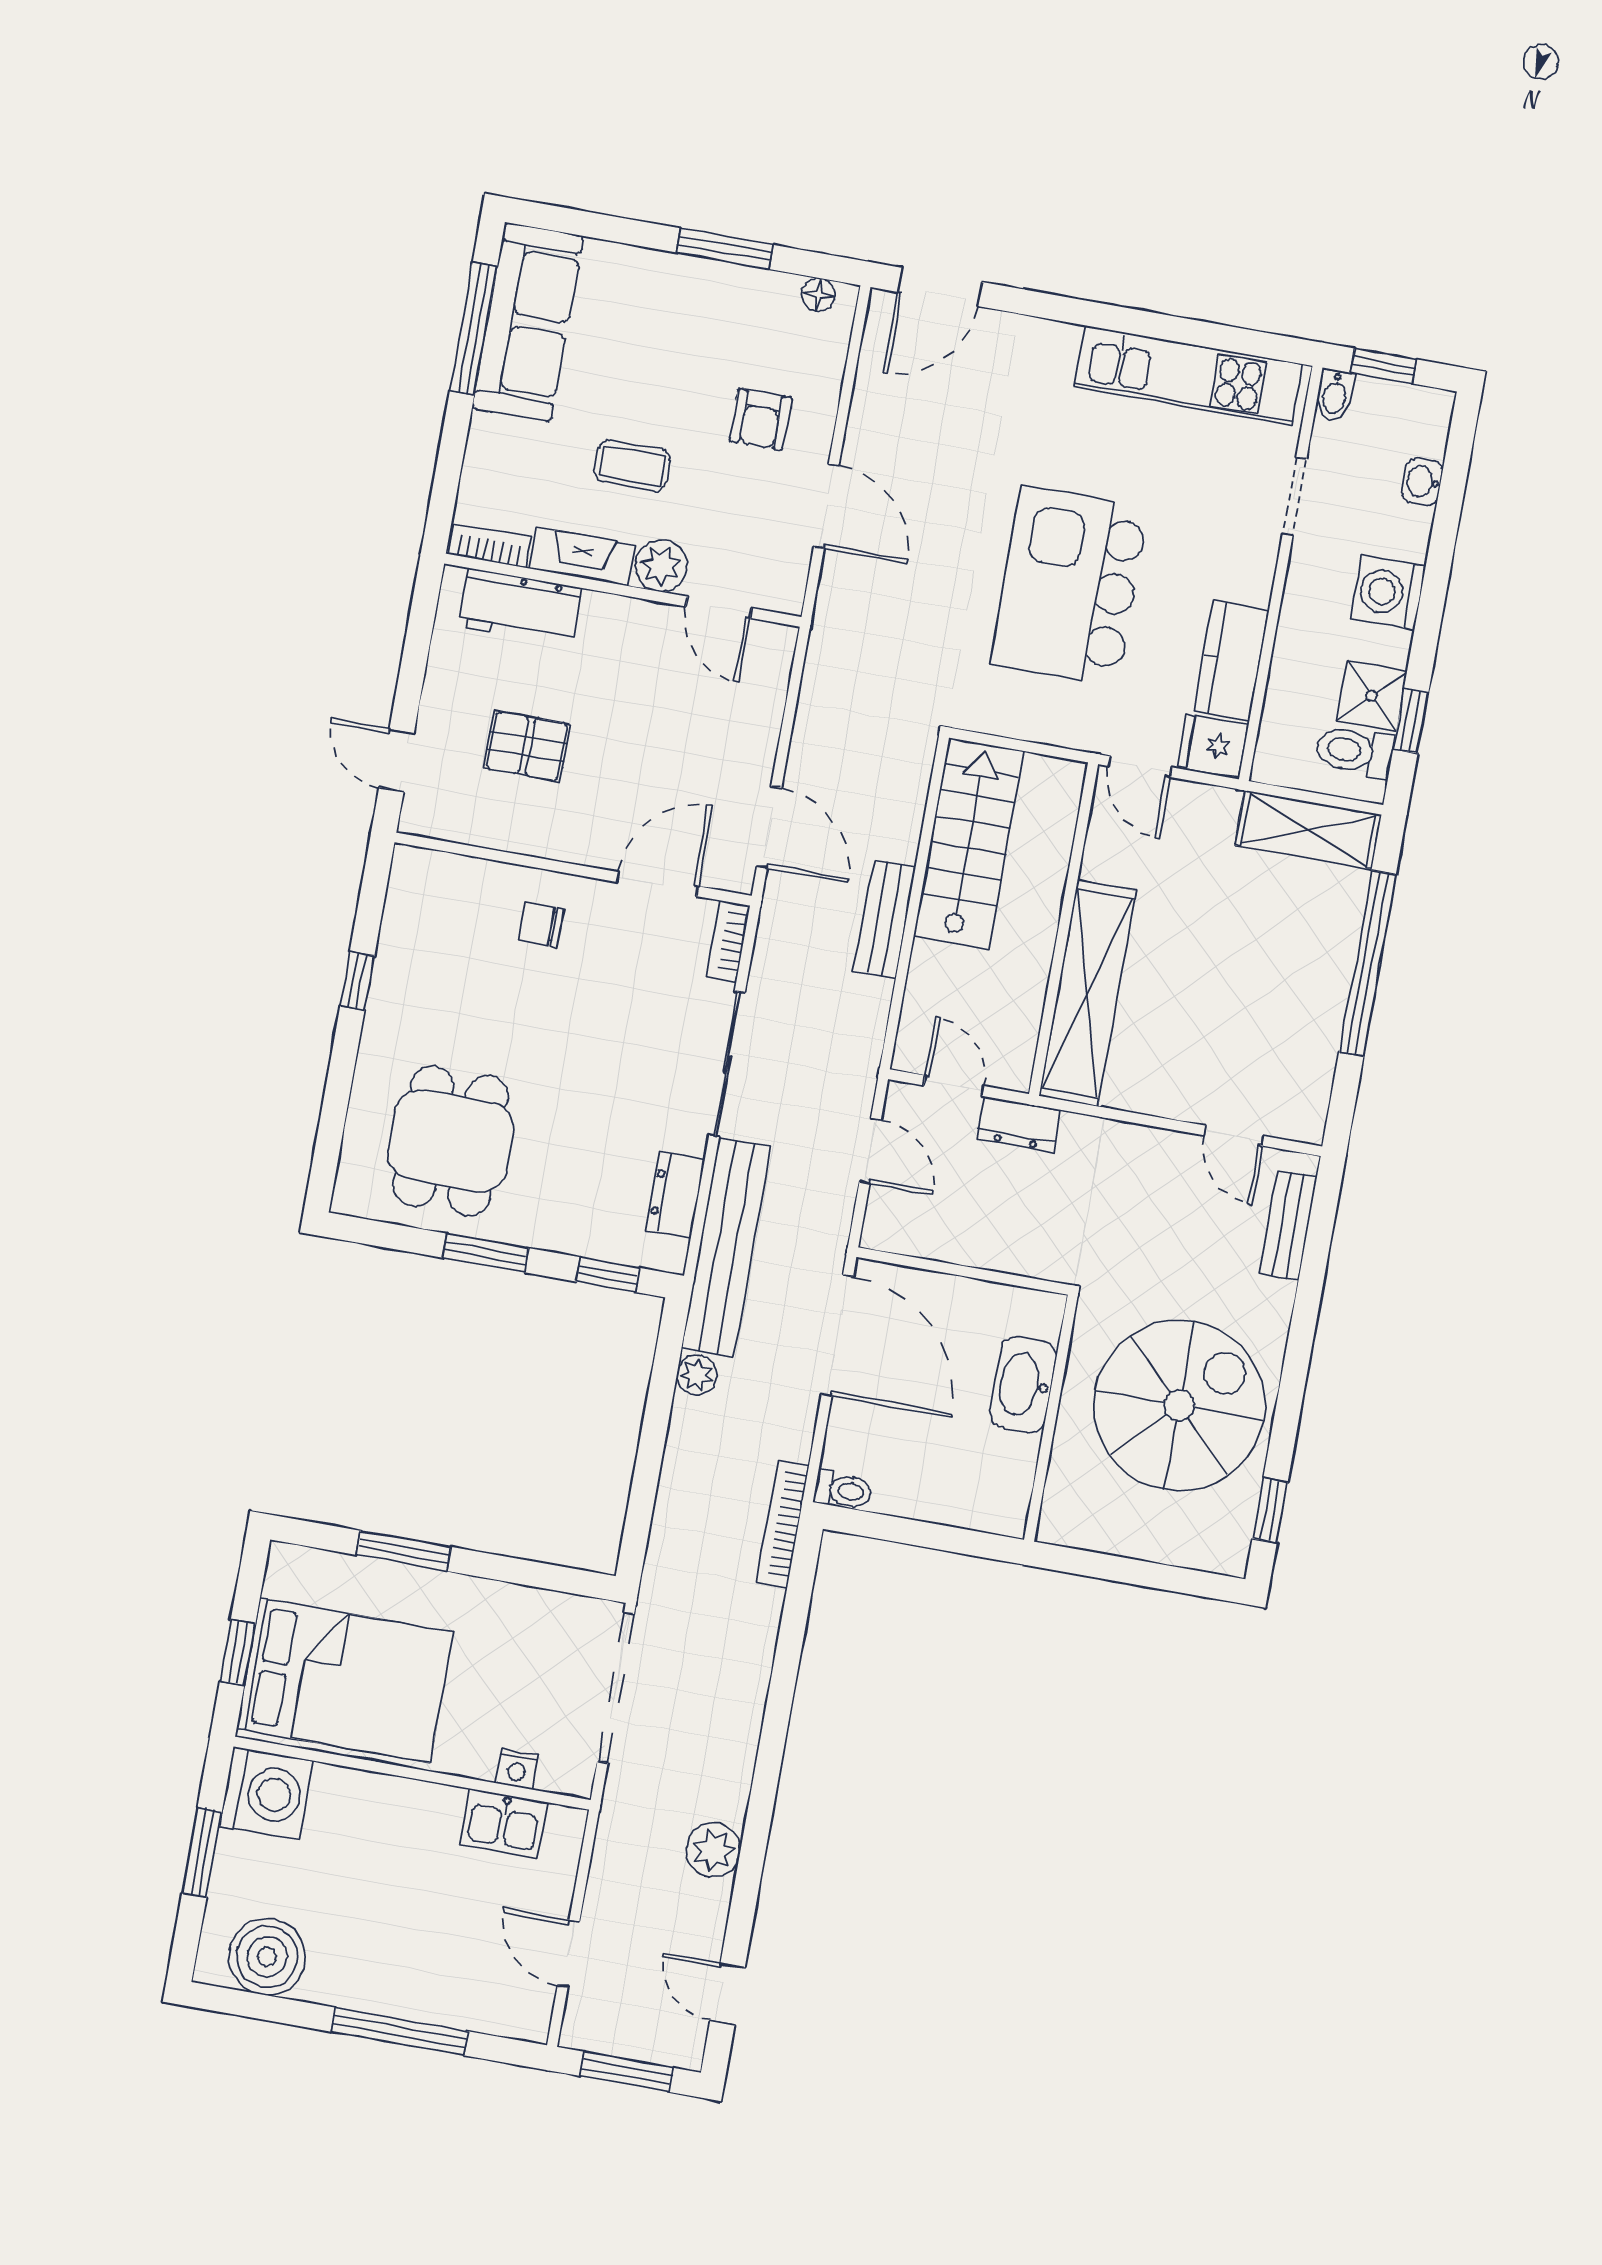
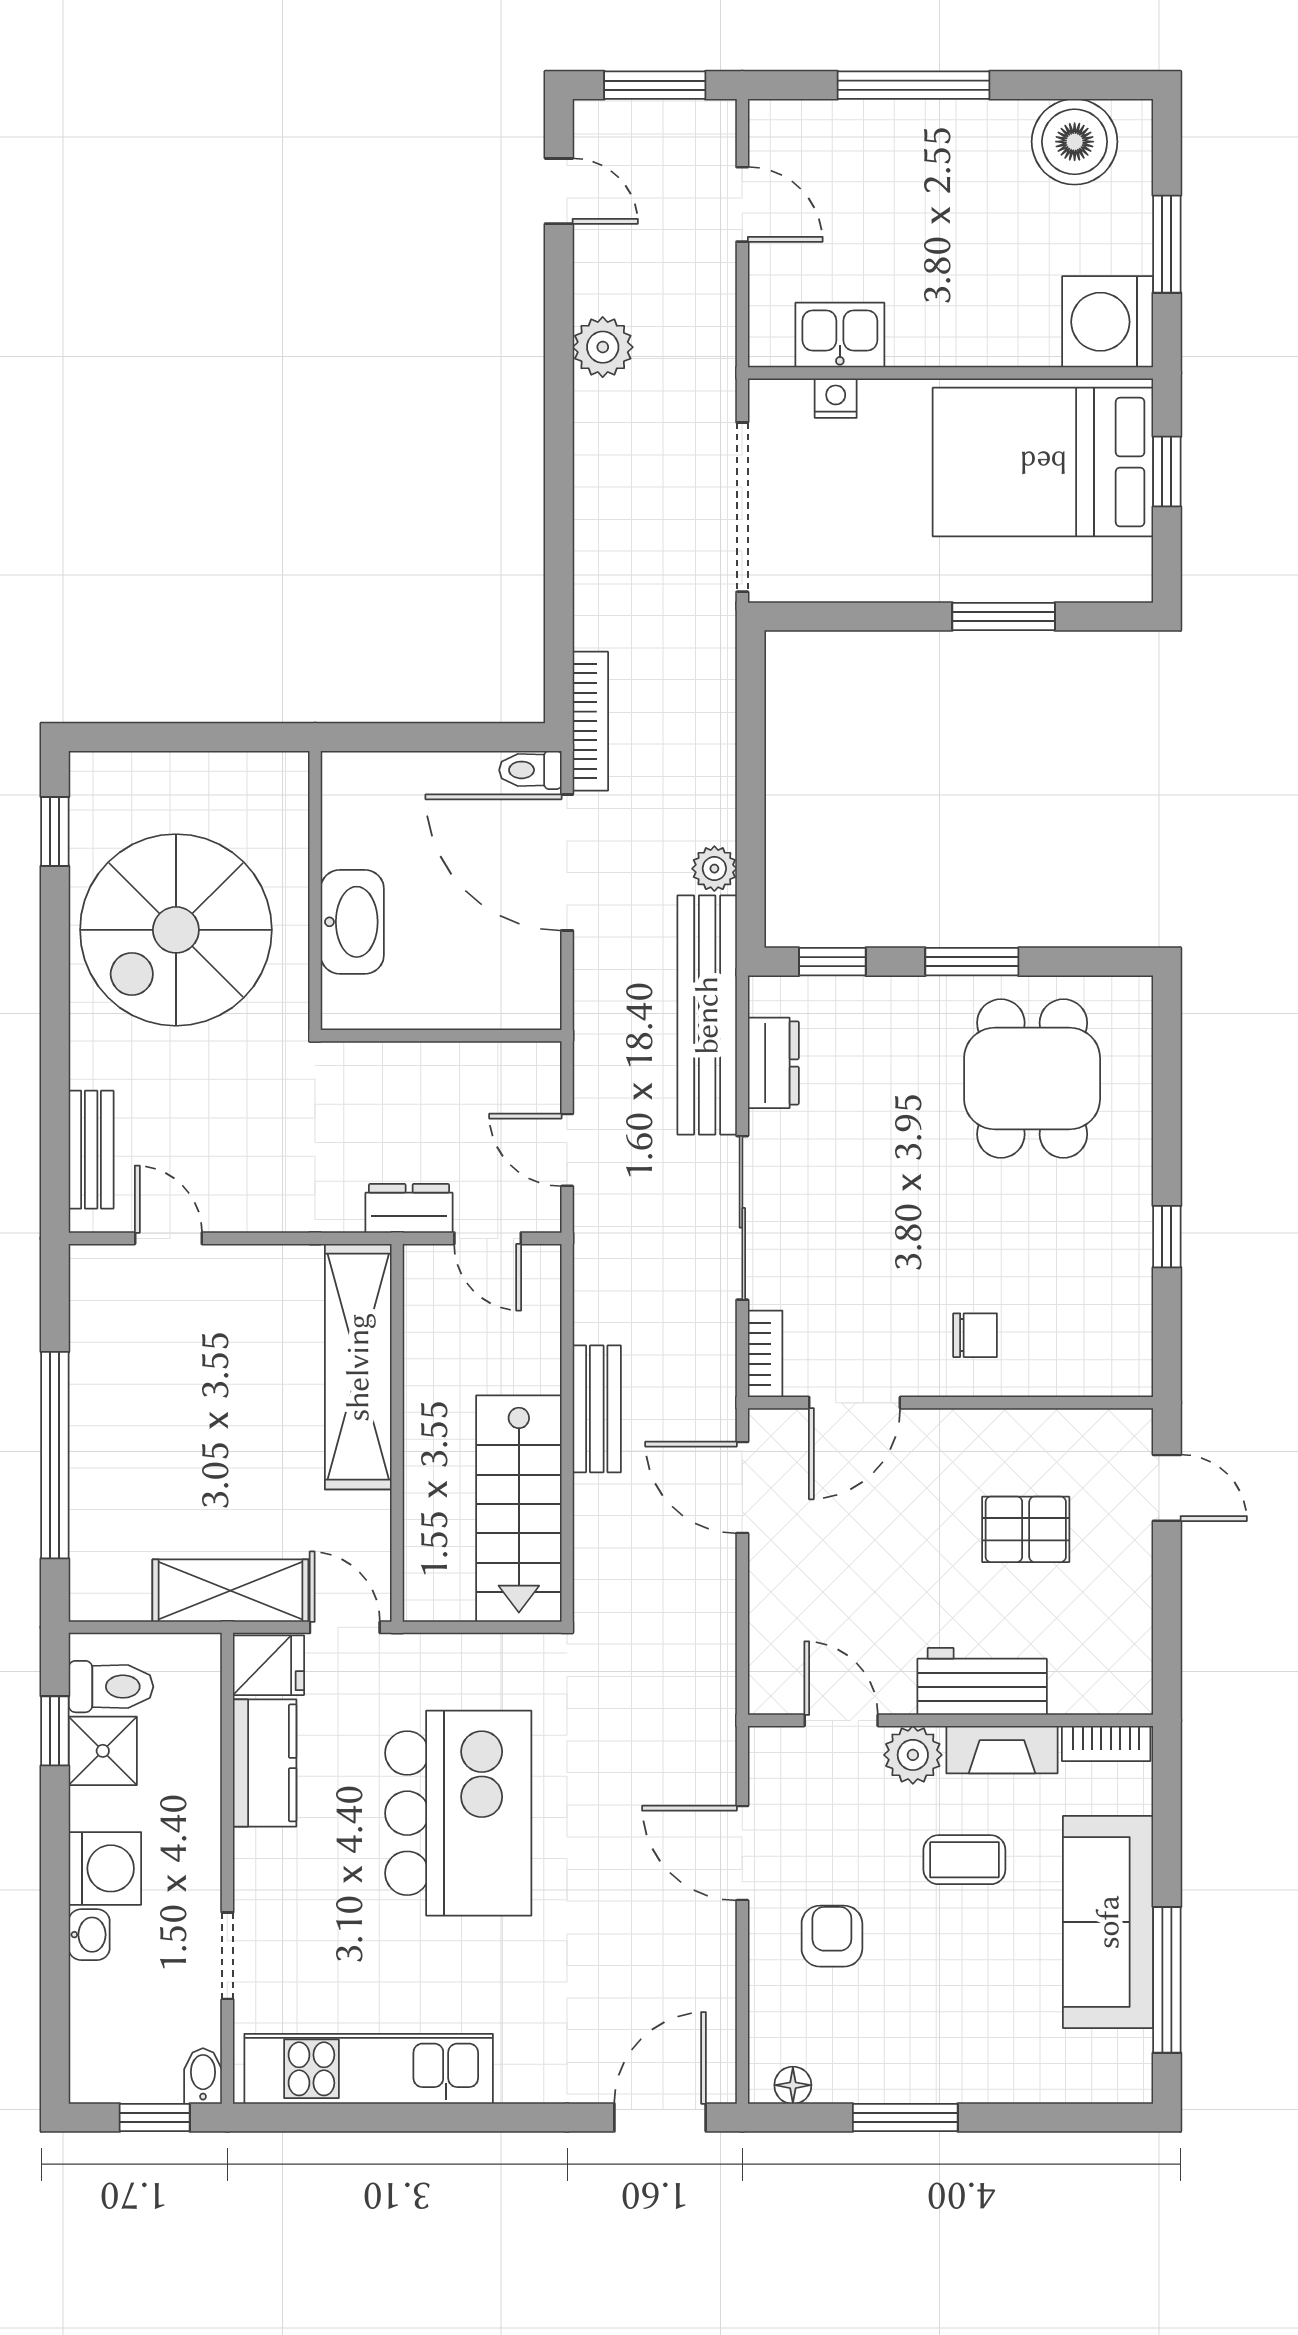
sofa: (528, 322) -> (1108, 1922), moved
washbasin: (1422, 481) -> (89, 1935), moved
workbench: (520, 607) -> (982, 1681), moved
shelving: (1308, 830) -> (230, 1591), moved
door: (837, 1336) -> (567, 862), moved

